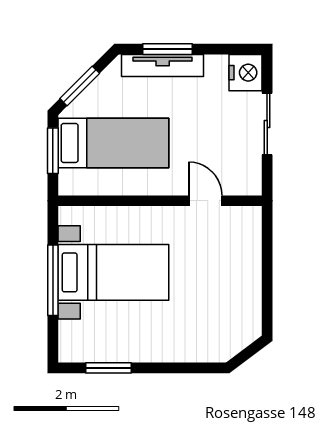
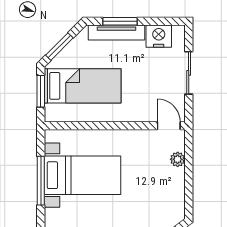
nightstand: (246, 73) -> (159, 36), moved, turned -90
door: (205, 201) -> (169, 126), moved
plant: (251, 249) -> (178, 159), added

